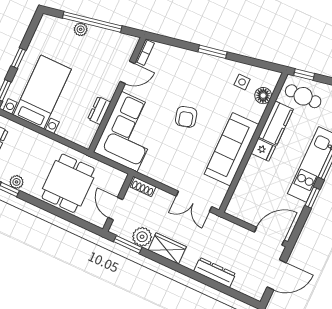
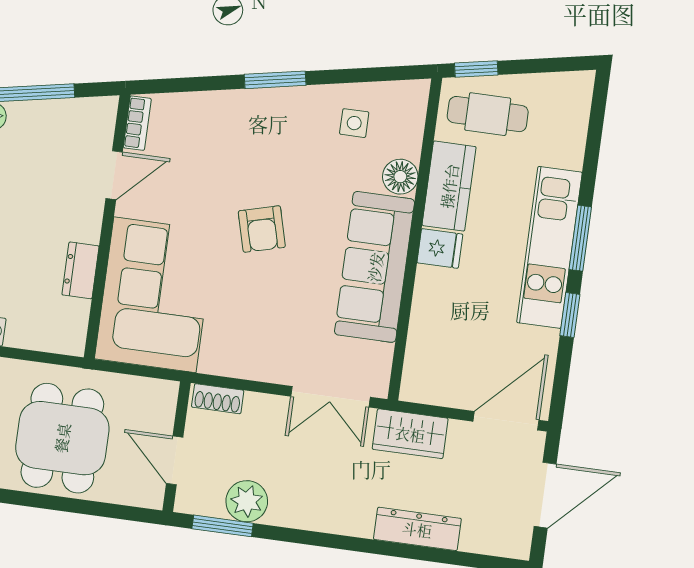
floor lamp: (263, 96) -> (400, 177), moved
wardrobe: (167, 248) -> (410, 434), moved, turned 180

